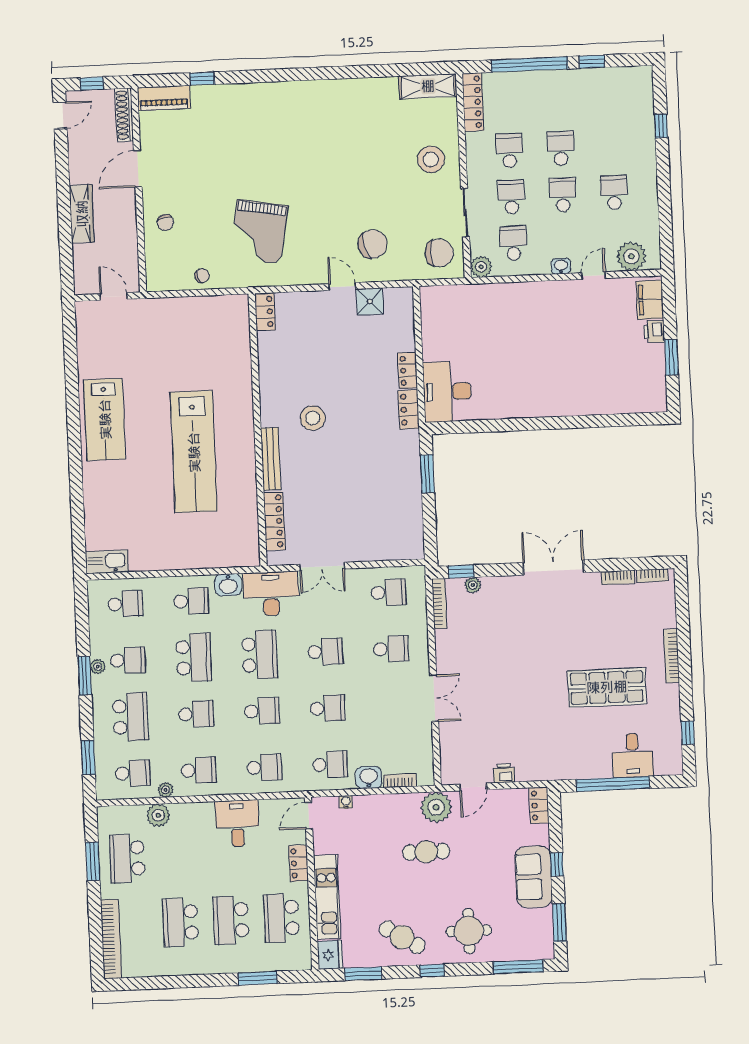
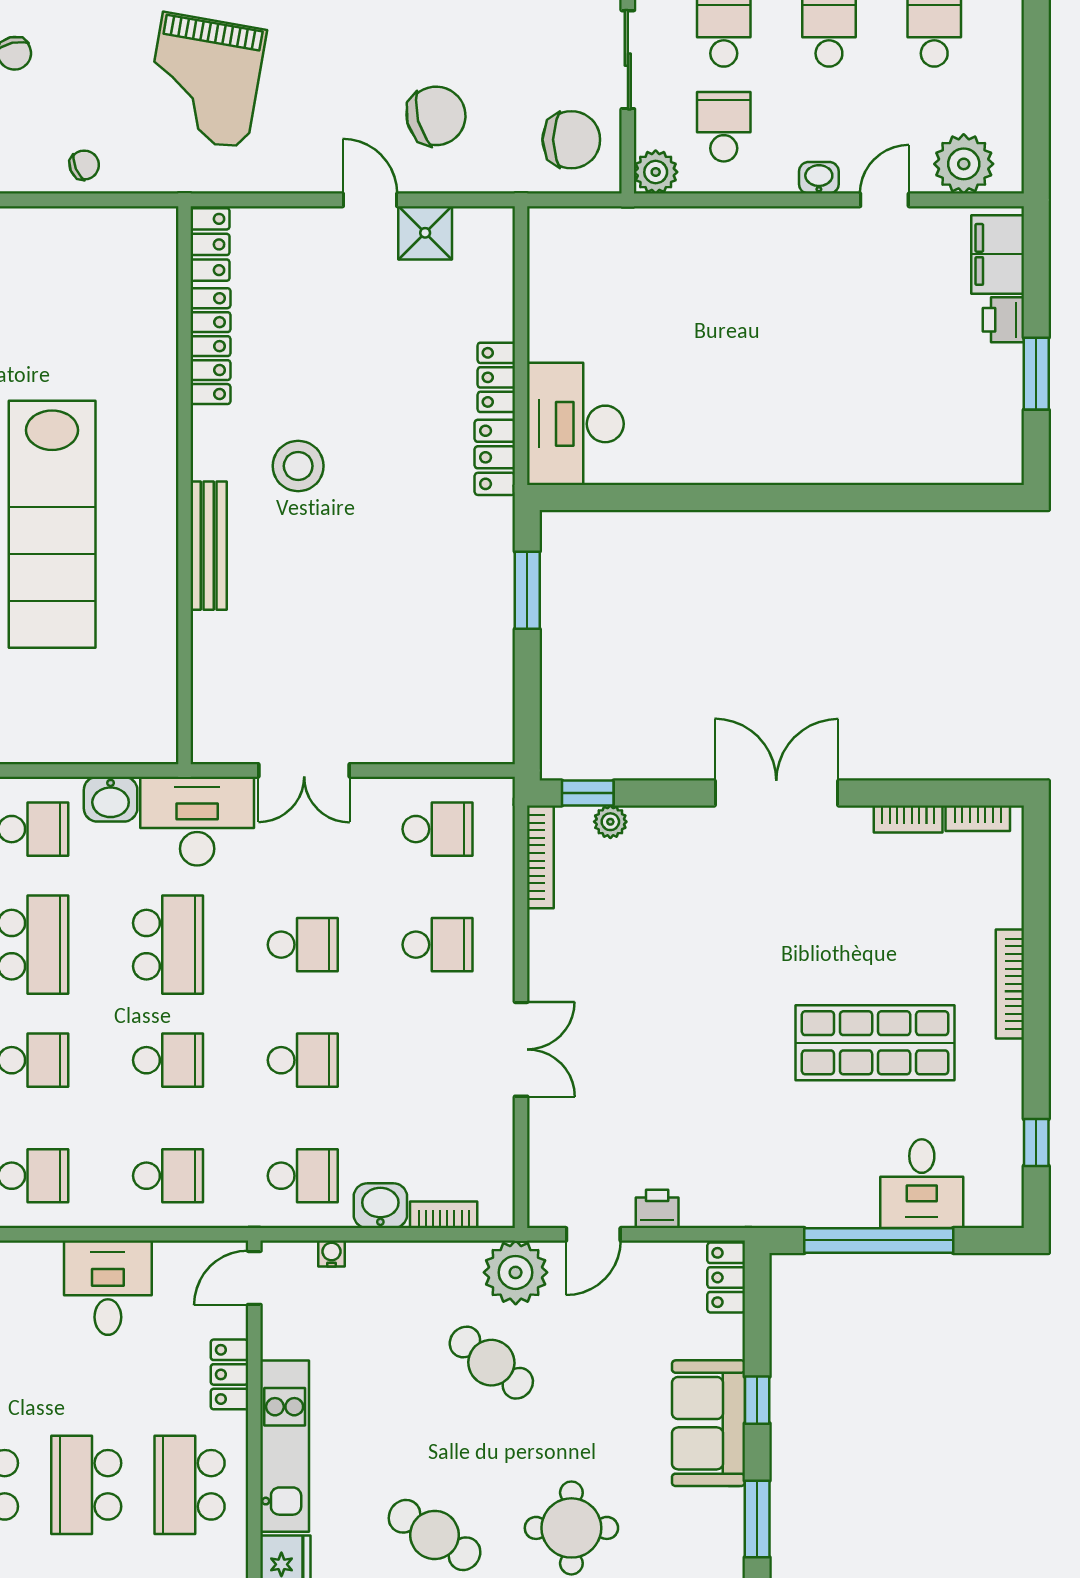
locker: (274, 521) -> (210, 346), moved
cafe table: (426, 852) -> (491, 1363), turned 38

